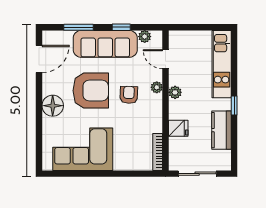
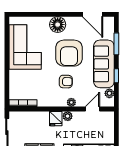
fridge: (178, 128) -> (56, 119), moved

